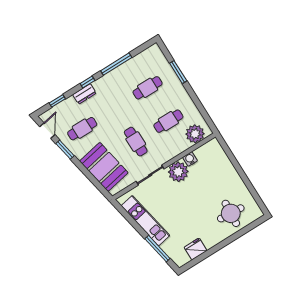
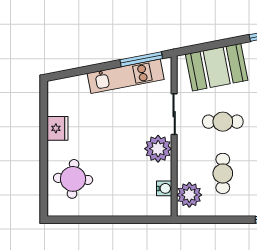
water cooler: (190, 159) -> (164, 188), moved
window: (157, 249) -> (141, 59), moved
fridge: (196, 249) -> (57, 128), moved

